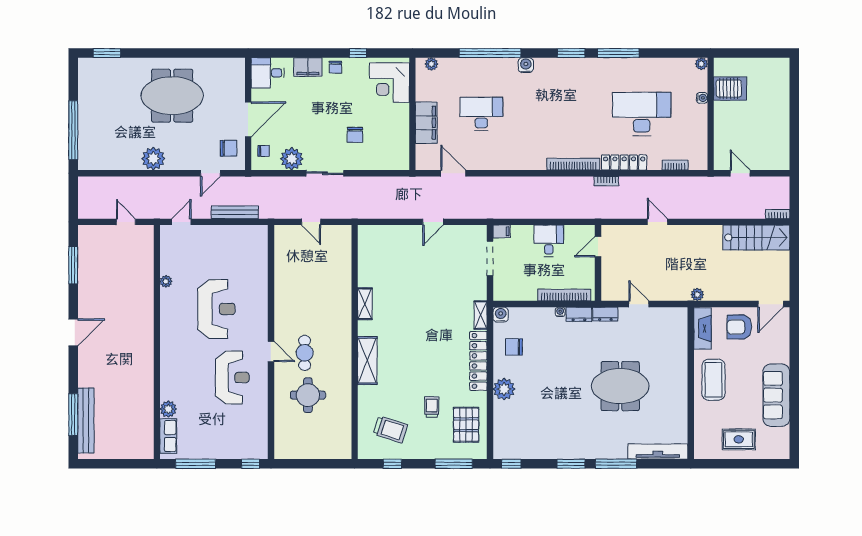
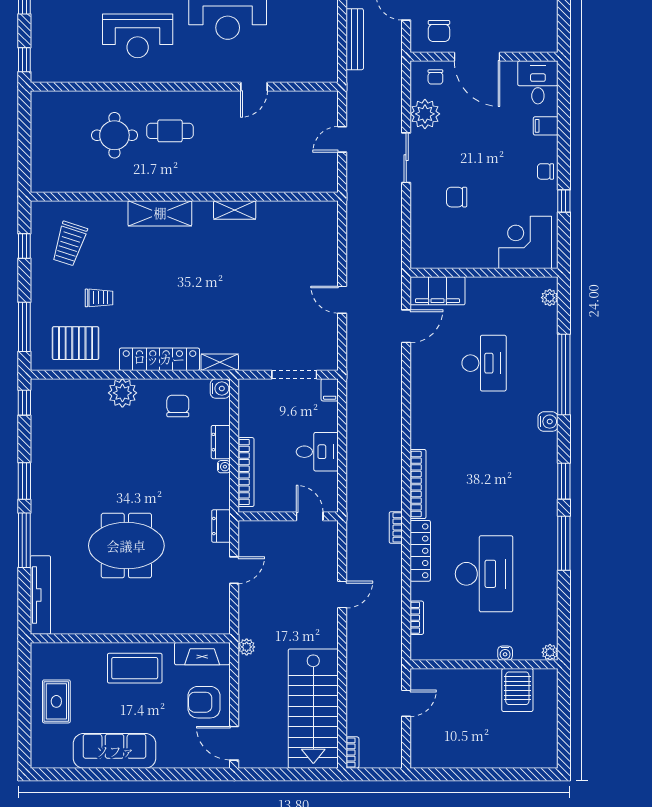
filing cabinet: (308, 67) -> (546, 126), width x0.50
filing cabinet: (426, 123) -> (437, 291), moved
stairs: (756, 237) -> (313, 709), width x1.36, depth x1.51
dresser: (579, 314) -> (221, 442), moved
armchair: (739, 327) -> (204, 702), turned -90
door: (271, 351) -> (254, 87), moved
meeting table: (620, 386) -> (126, 546), turned 90

